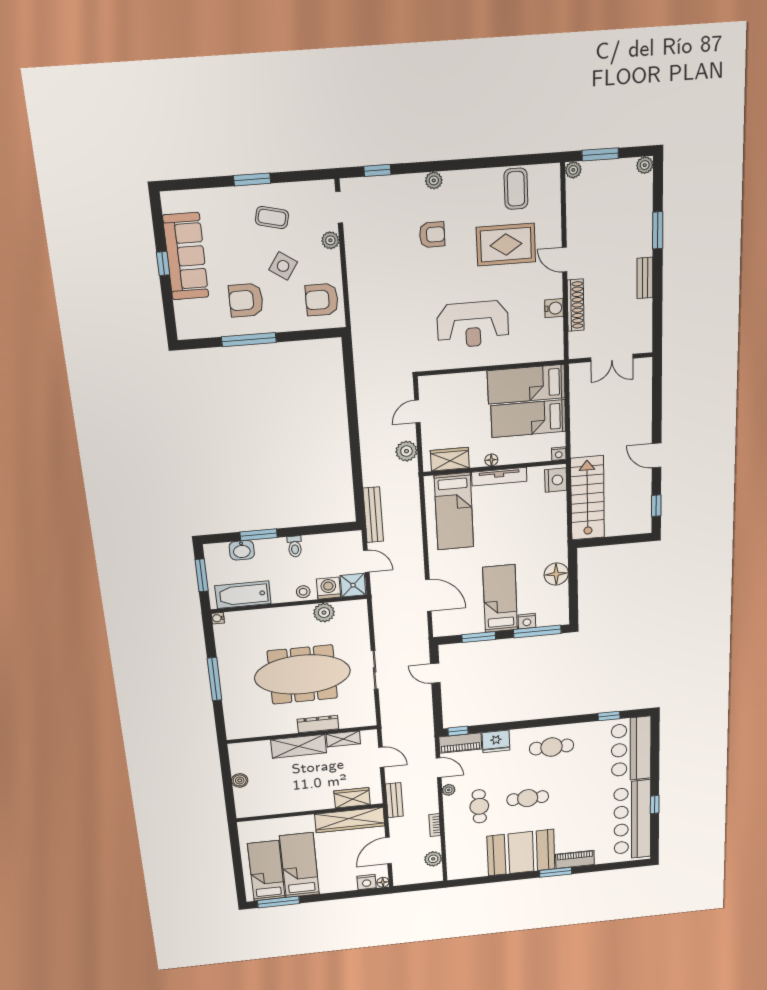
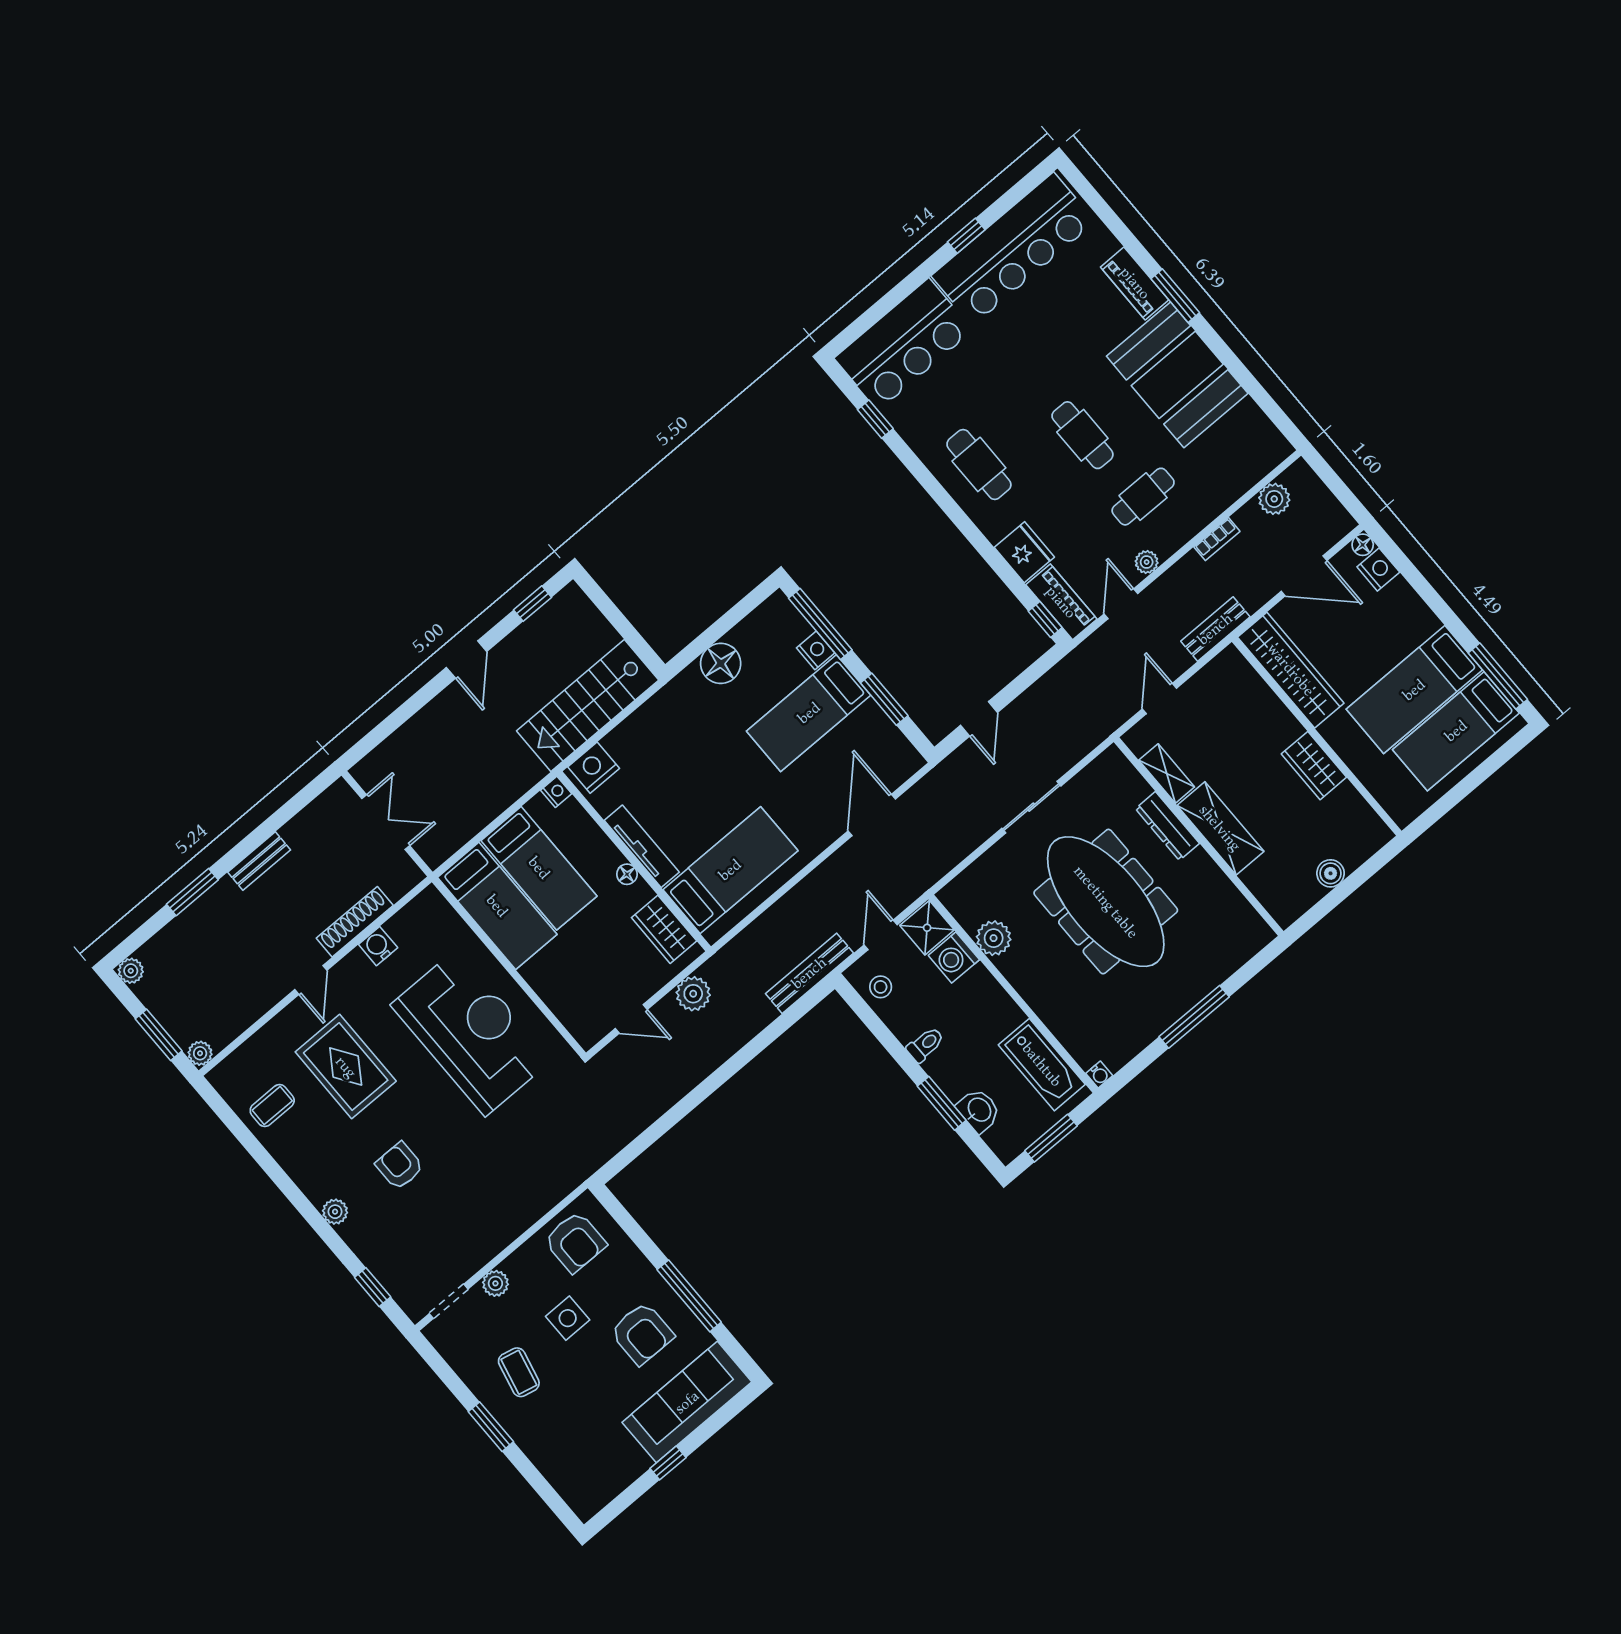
coffee table: (516, 189) -> (272, 1106), width x0.73, depth x0.77
sofa: (186, 256) -> (687, 1402), moved
side table: (283, 266) -> (568, 1318), turned -34
reception desk: (473, 324) -> (471, 1032), width x1.36, depth x1.30
stool: (303, 592) -> (881, 987), moved
wardrobe: (352, 798) -> (1314, 766), moved

